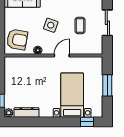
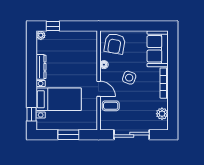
sliding door: (107, 23) -> (132, 135), width x1.37
coffee table: (80, 25) -> (111, 106), moved
dresser: (27, 112) -> (41, 67), moved

